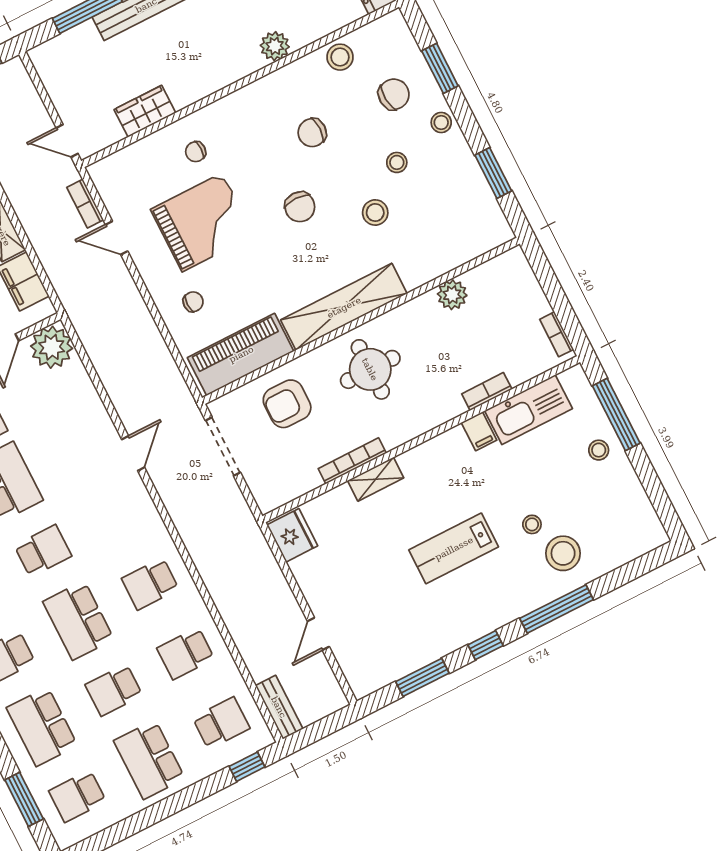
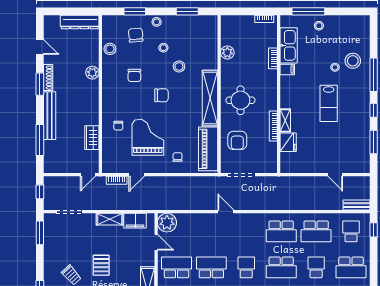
fridge: (292, 535) -> (288, 142), moved, turned 90
school desk: (150, 584) -> (281, 231), width x1.85
school desk: (186, 653) -> (316, 231), width x1.85
school desk: (114, 690) -> (316, 267), turned 180

